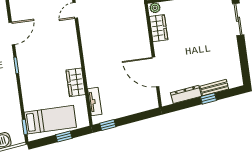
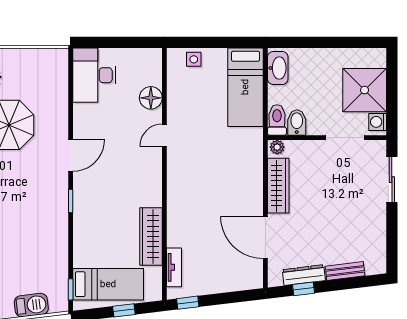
wardrobe: (159, 28) -> (278, 186), width x1.50
wardrobe: (76, 82) -> (151, 236), width x1.50
window: (208, 98) -> (304, 289), moved

